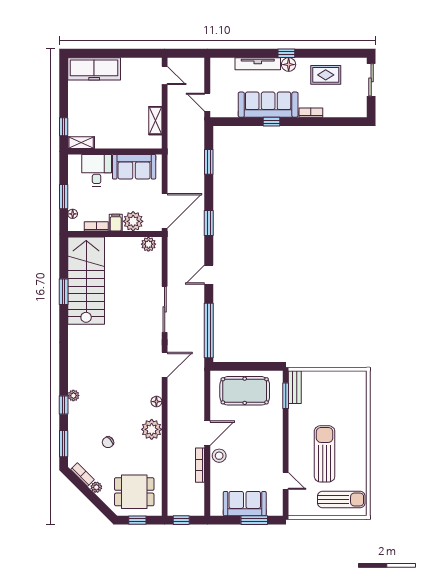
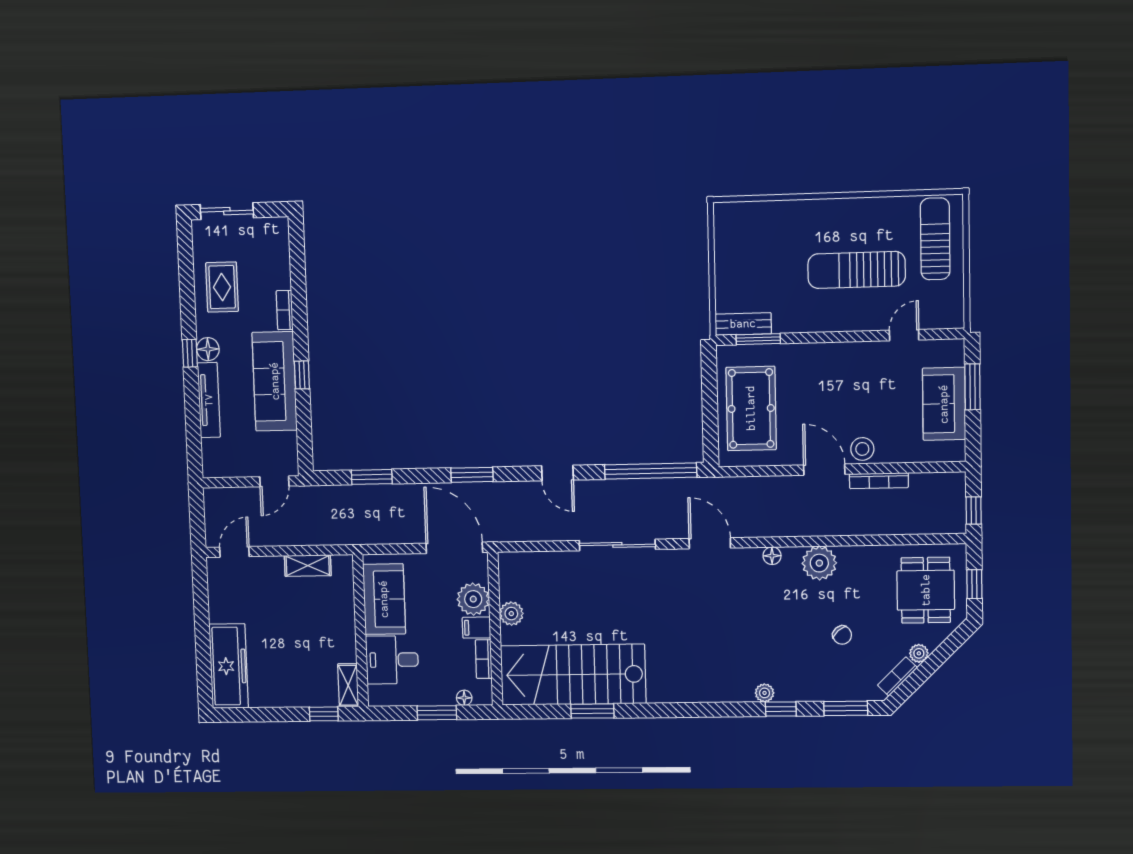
plant: (148, 244) -> (511, 614), moved

